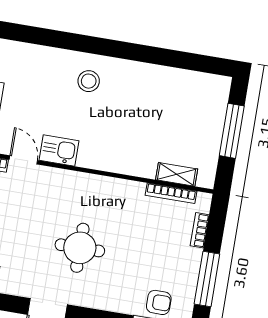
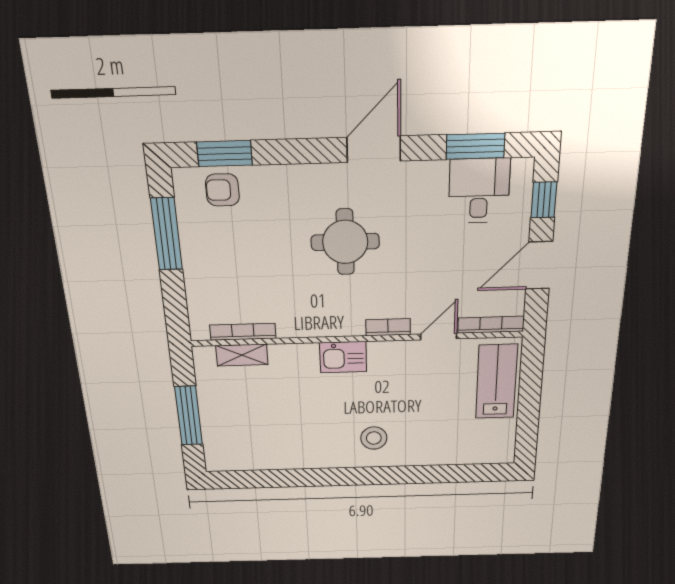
kitchen sink: (59, 151) -> (343, 357), moved
door: (23, 160) -> (439, 336), swing flipped
bookcase: (200, 230) -> (388, 327), moved, turned -90

